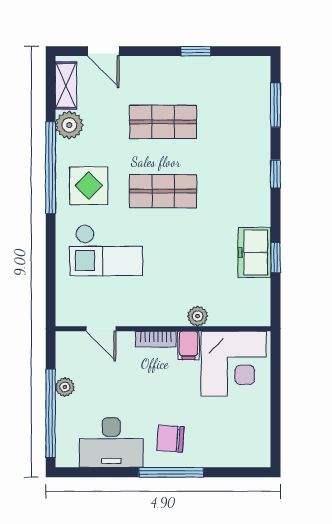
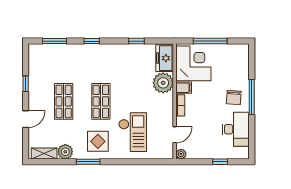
door: (103, 51) -> (26, 119), moved
window: (51, 167) -> (88, 162), width x0.47
freezer: (254, 253) -> (165, 58), moved, turned 90
plant: (198, 316) -> (163, 83), width x1.88, depth x1.88
plant: (65, 387) -> (181, 154), moved
window: (275, 395) -> (210, 41), added
window: (51, 413) -> (220, 162), width x0.32

